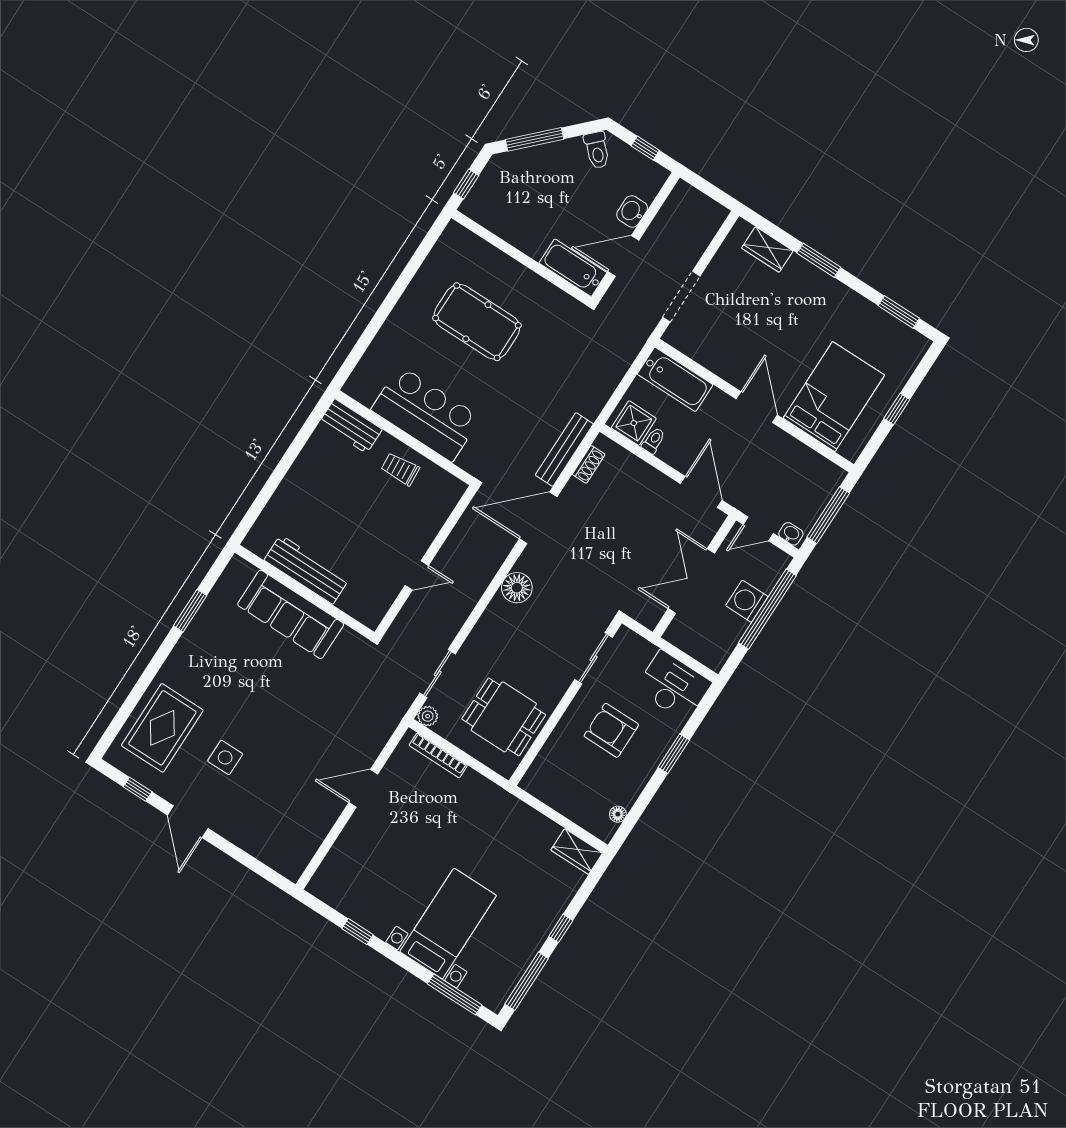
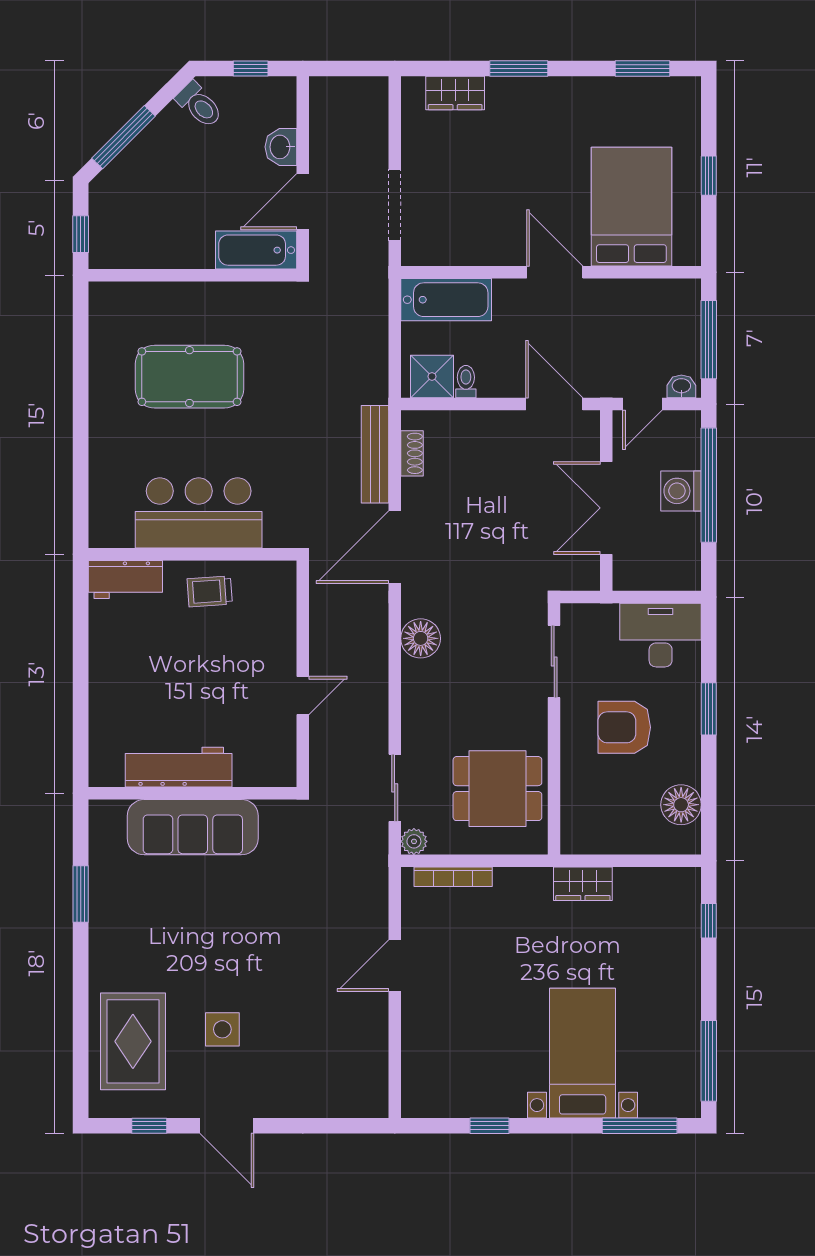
floor lamp: (618, 814) -> (681, 805), width x1.89, depth x1.89
wardrobe: (577, 851) -> (583, 884), moved
window: (561, 928) -> (709, 921), moved

